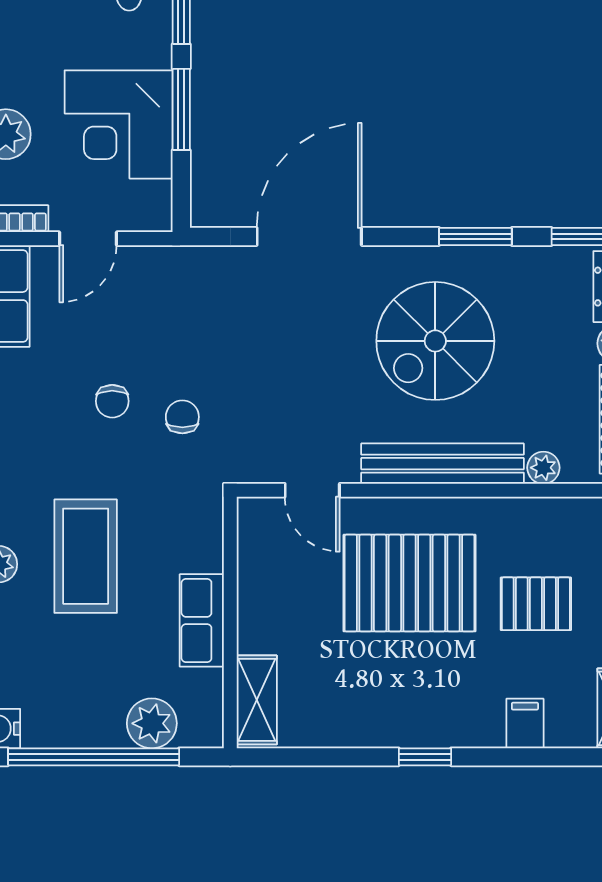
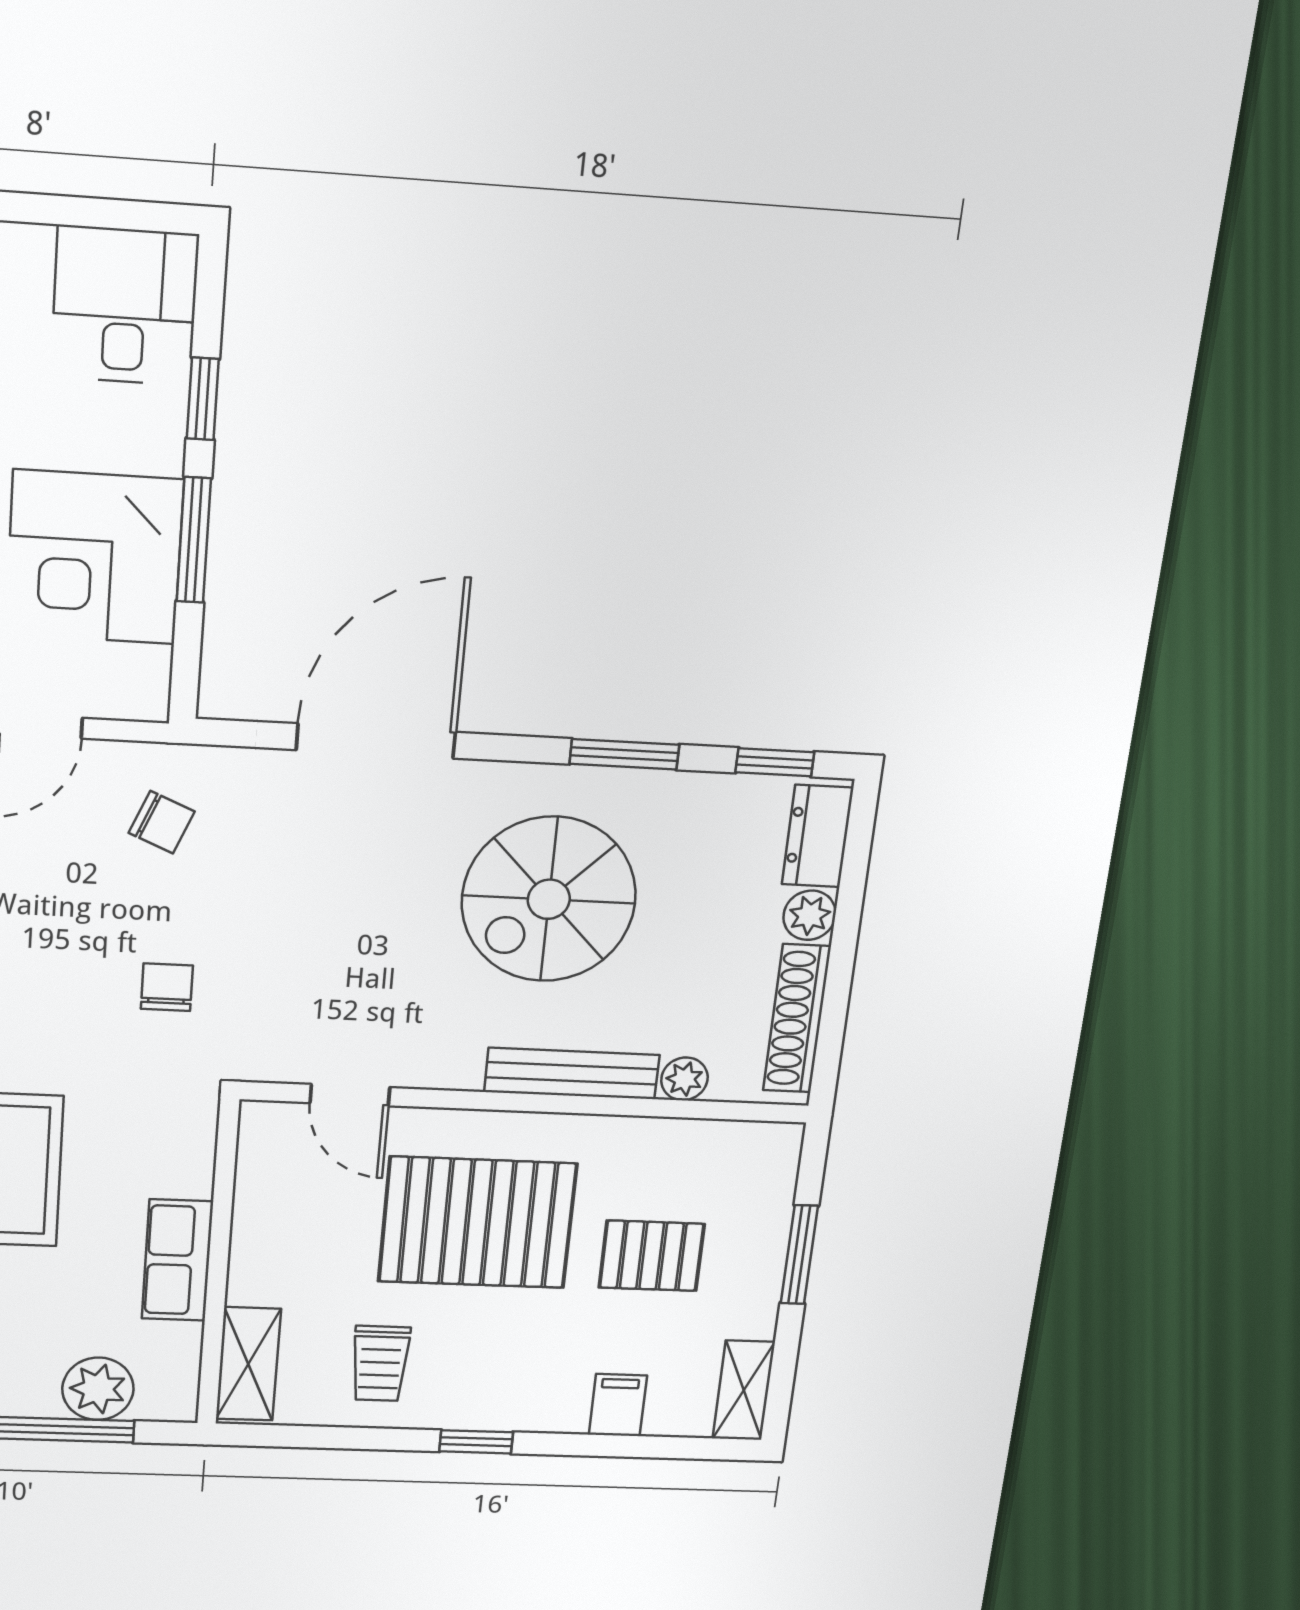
chair: (112, 401) -> (162, 822), moved, turned -67
bench: (442, 464) -> (572, 1073), width x0.73, depth x0.82
trolley: (350, 696) -> (380, 1363), added

